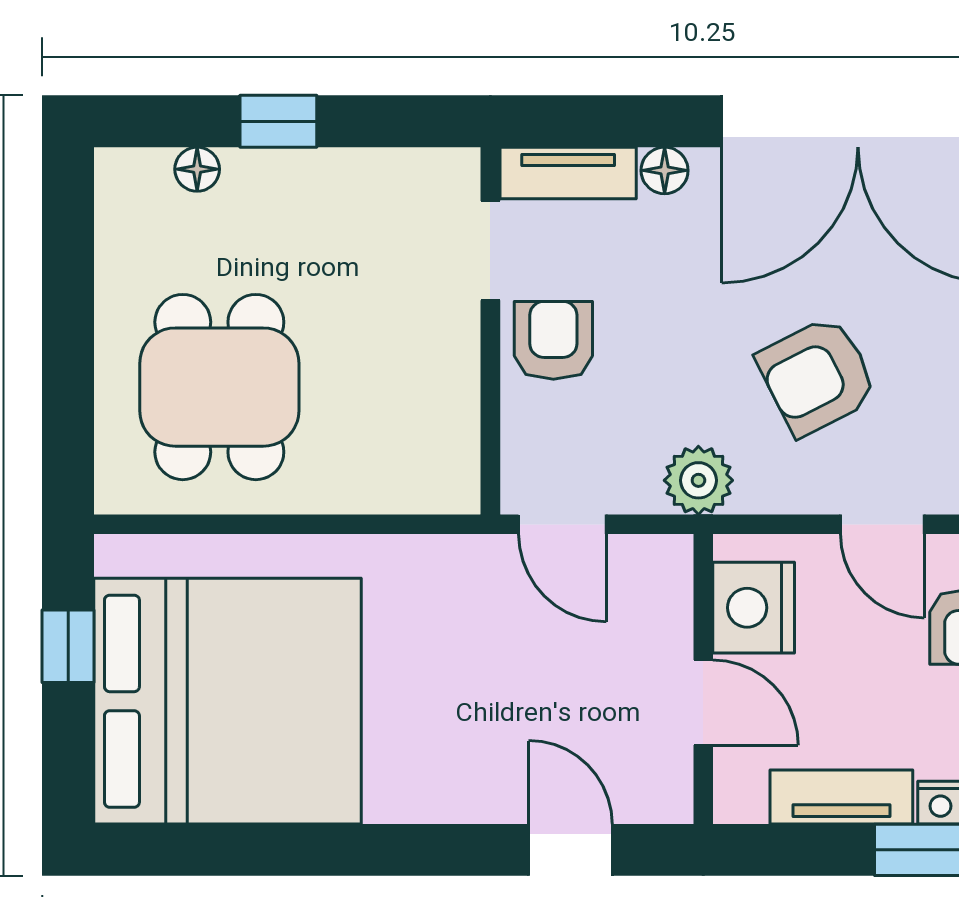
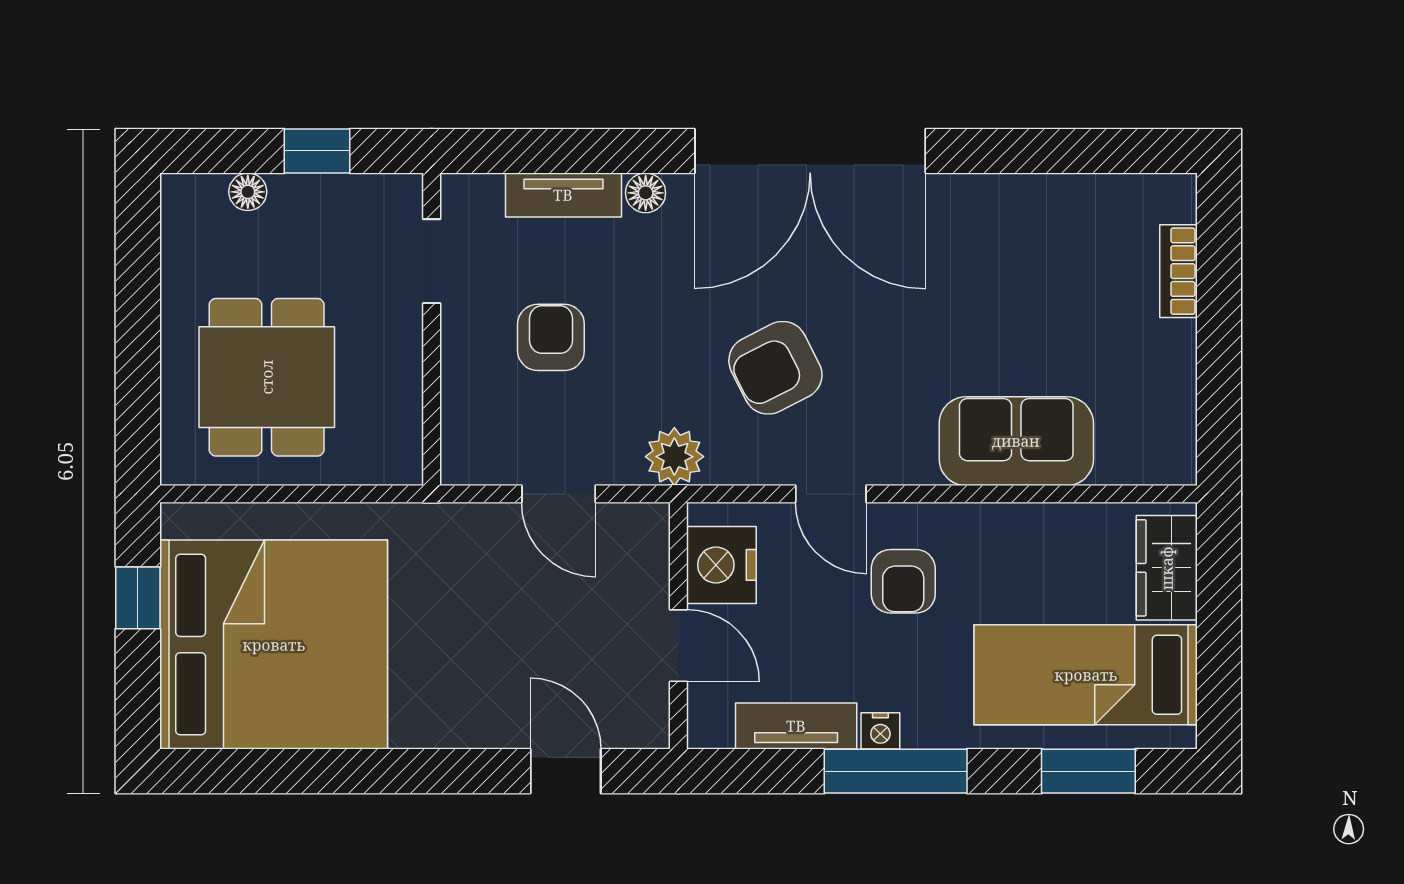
doorway: (490, 251) -> (432, 261), moved
wall: (490, 331) -> (432, 329), moved

